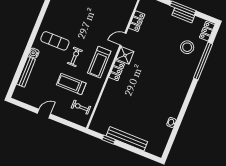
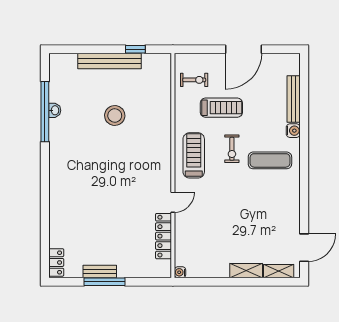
locker: (137, 21) -> (164, 236), width x1.53
stool: (187, 47) -> (115, 116), moved
shower: (125, 55) -> (161, 180), removed
window: (203, 61) -> (45, 112), moved
locker: (117, 71) -> (164, 153), removed
door: (44, 114) -> (244, 49), width x1.87

